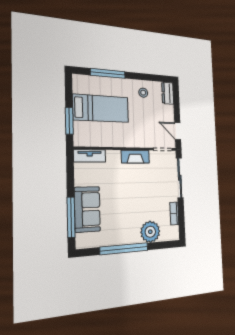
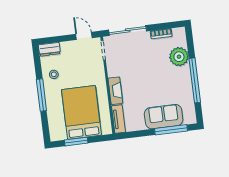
window: (108, 73) -> (41, 95), moved
bed: (101, 108) -> (81, 112), width x1.50
window: (69, 121) -> (76, 142), moved
door: (178, 131) -> (84, 36), swing flipped
fireplace: (135, 157) -> (115, 91), moved

